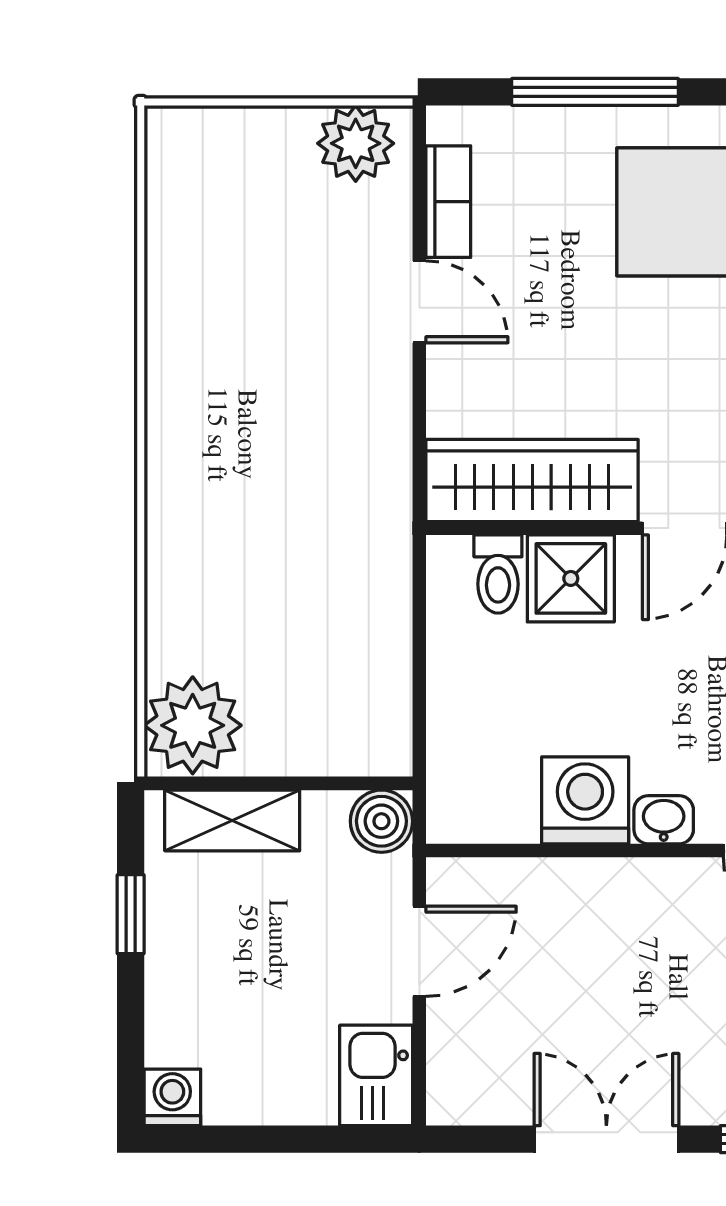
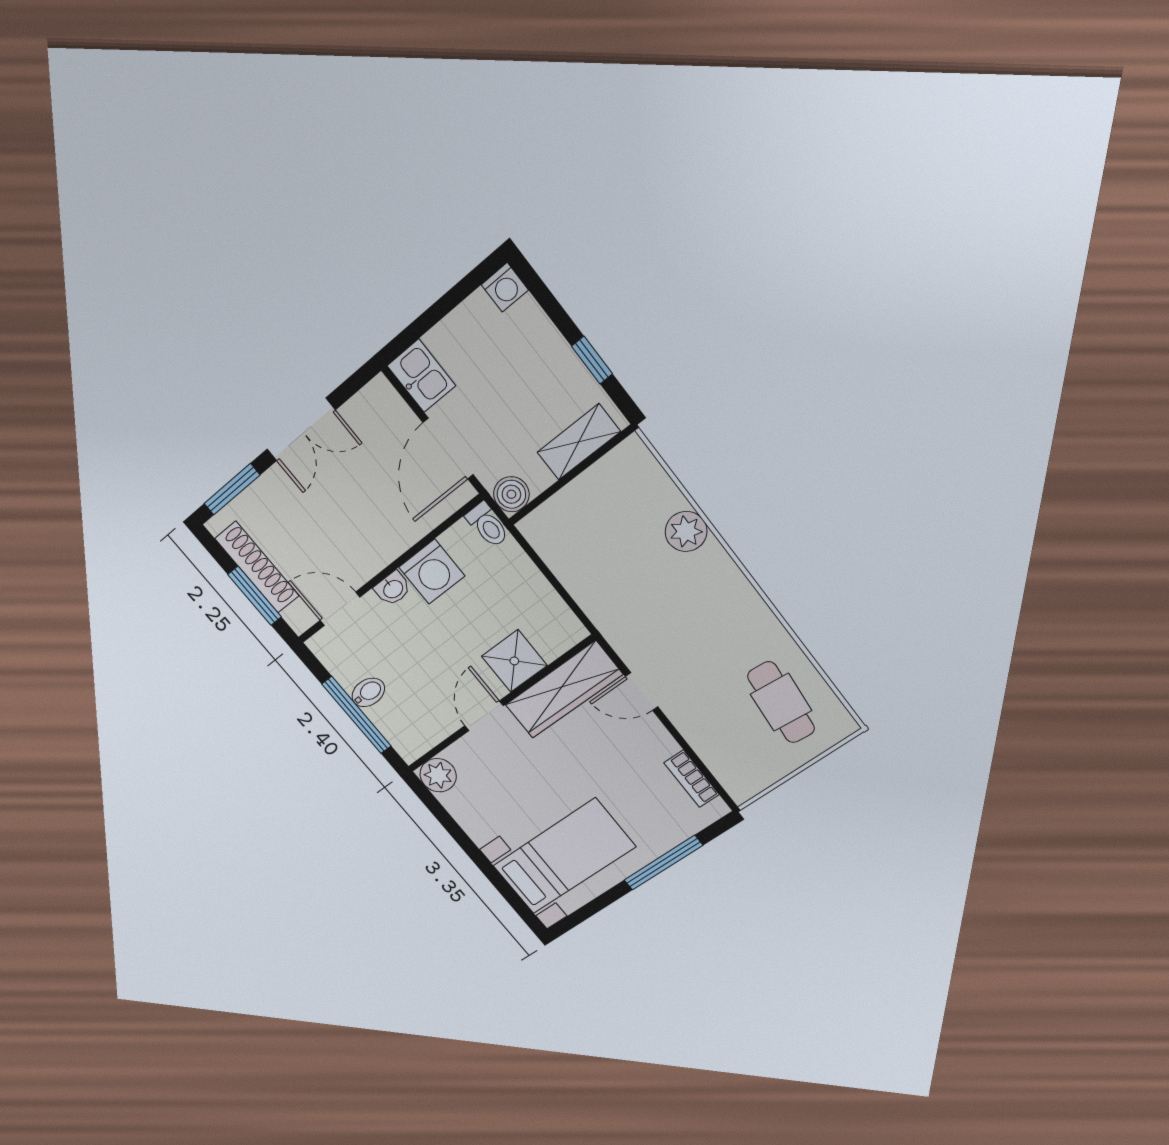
plant: (356, 143) -> (752, 775), removed
cafe table: (230, 229) -> (781, 702), added
door: (419, 302) -> (642, 692), moved
toilet: (498, 574) -> (487, 525), moved, turned 180
plant: (193, 725) -> (686, 531), moved, width x0.73, depth x0.73
door: (419, 951) -> (448, 449), width x1.37

